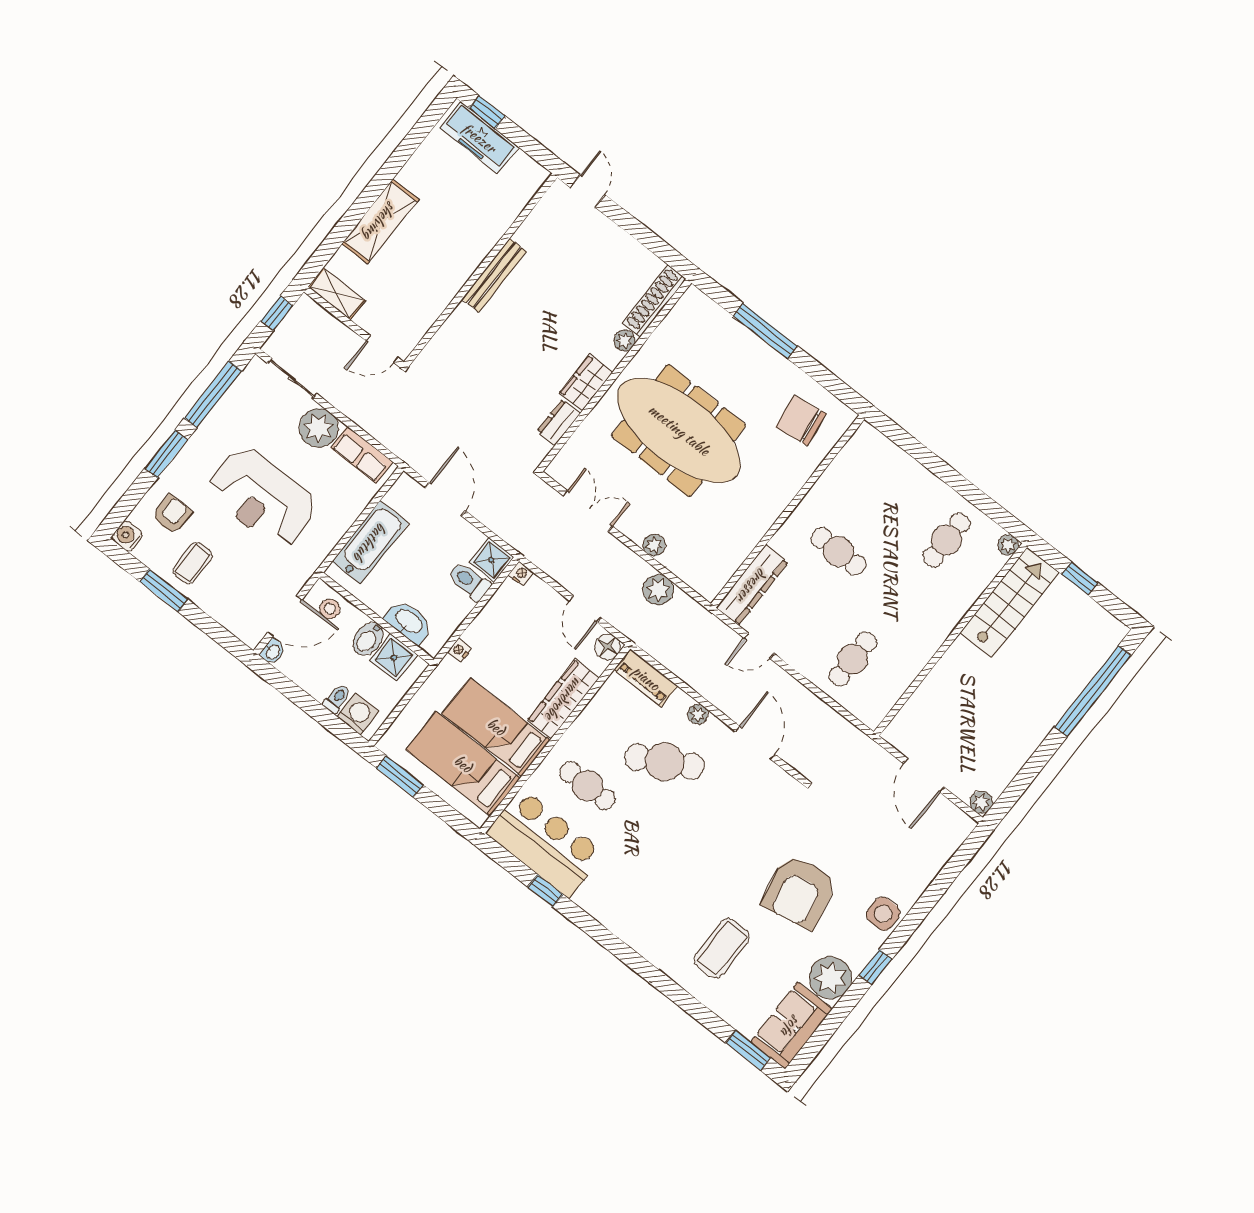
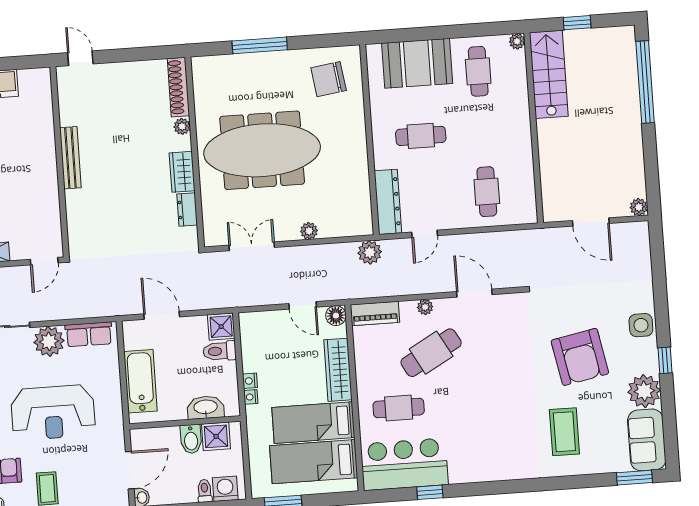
booth: (897, 481) -> (417, 63), added
nightstand: (521, 574) -> (250, 381), moved, turned -90
plant: (658, 590) -> (370, 252), moved
stool: (330, 609) -> (152, 442), removed

